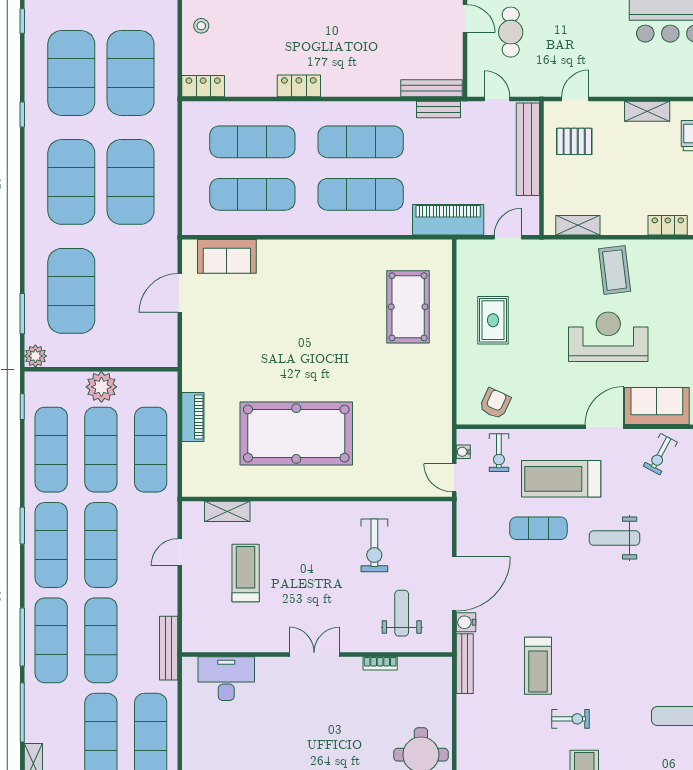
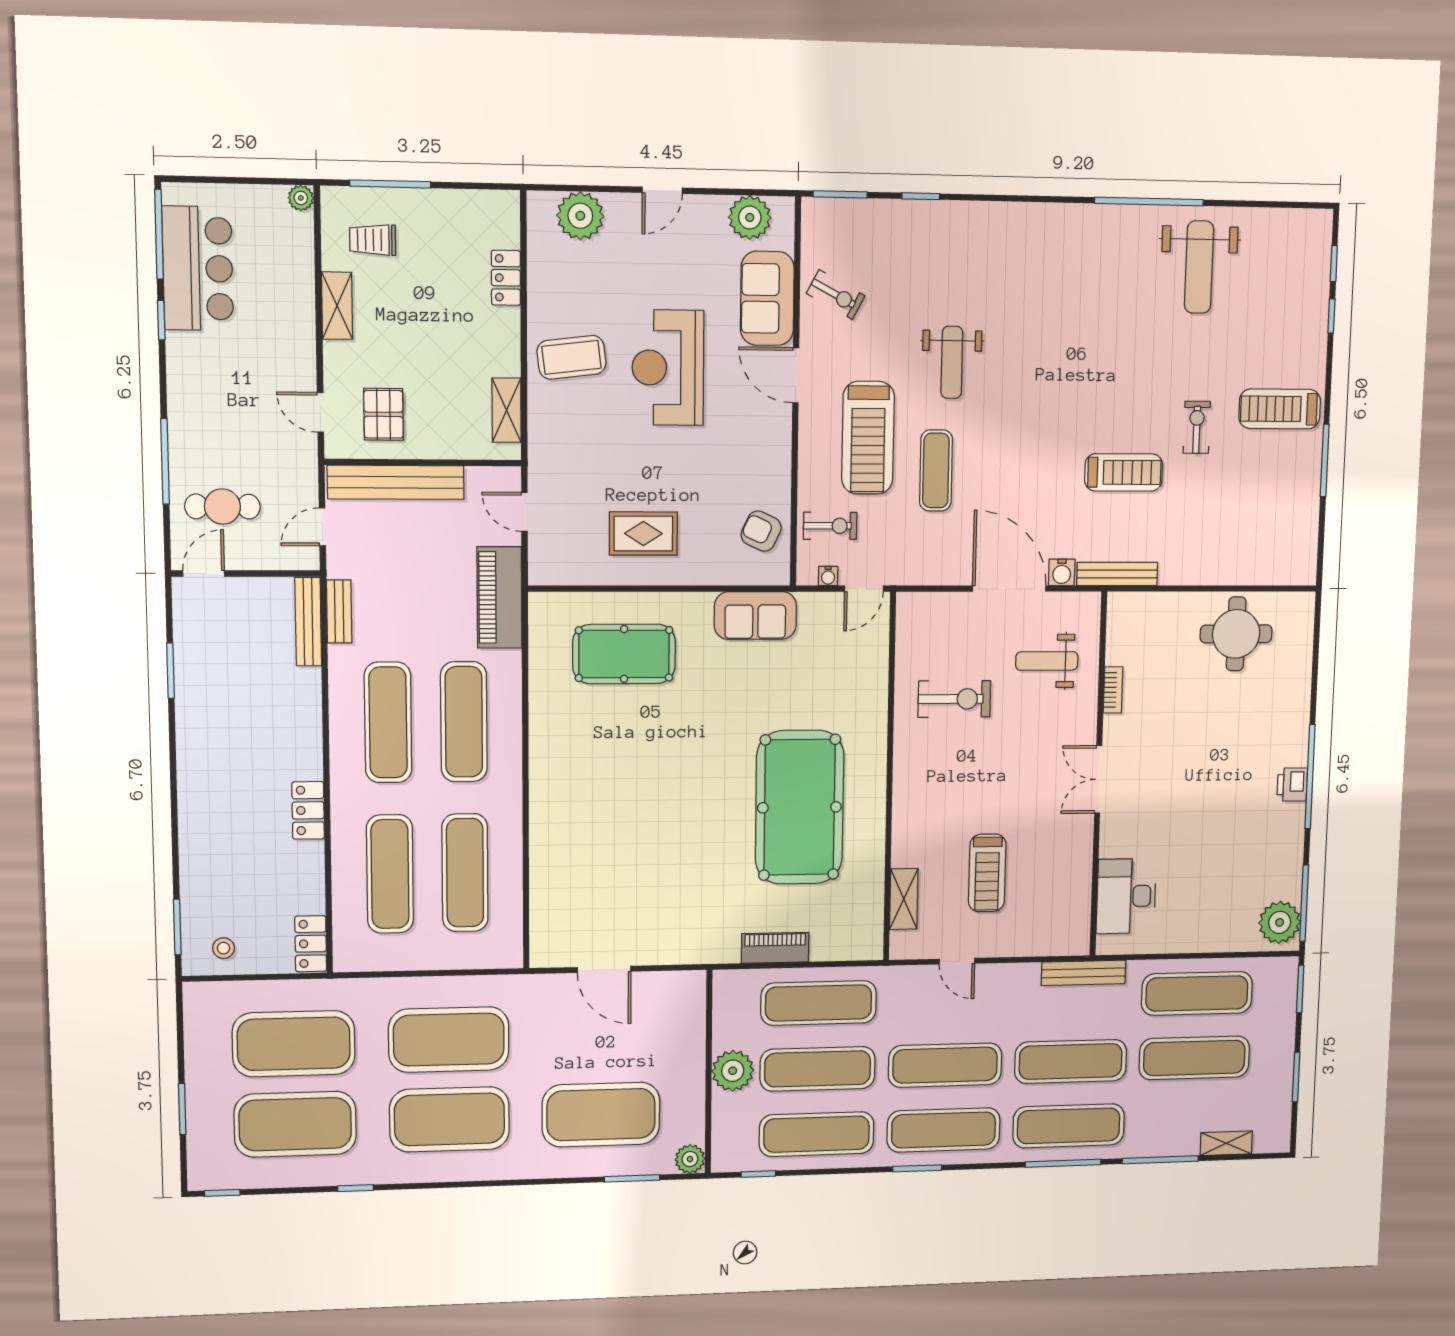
sofa: (227, 256) -> (755, 615), moved, turned 90
treadmill: (246, 573) -> (987, 873), turned -90

